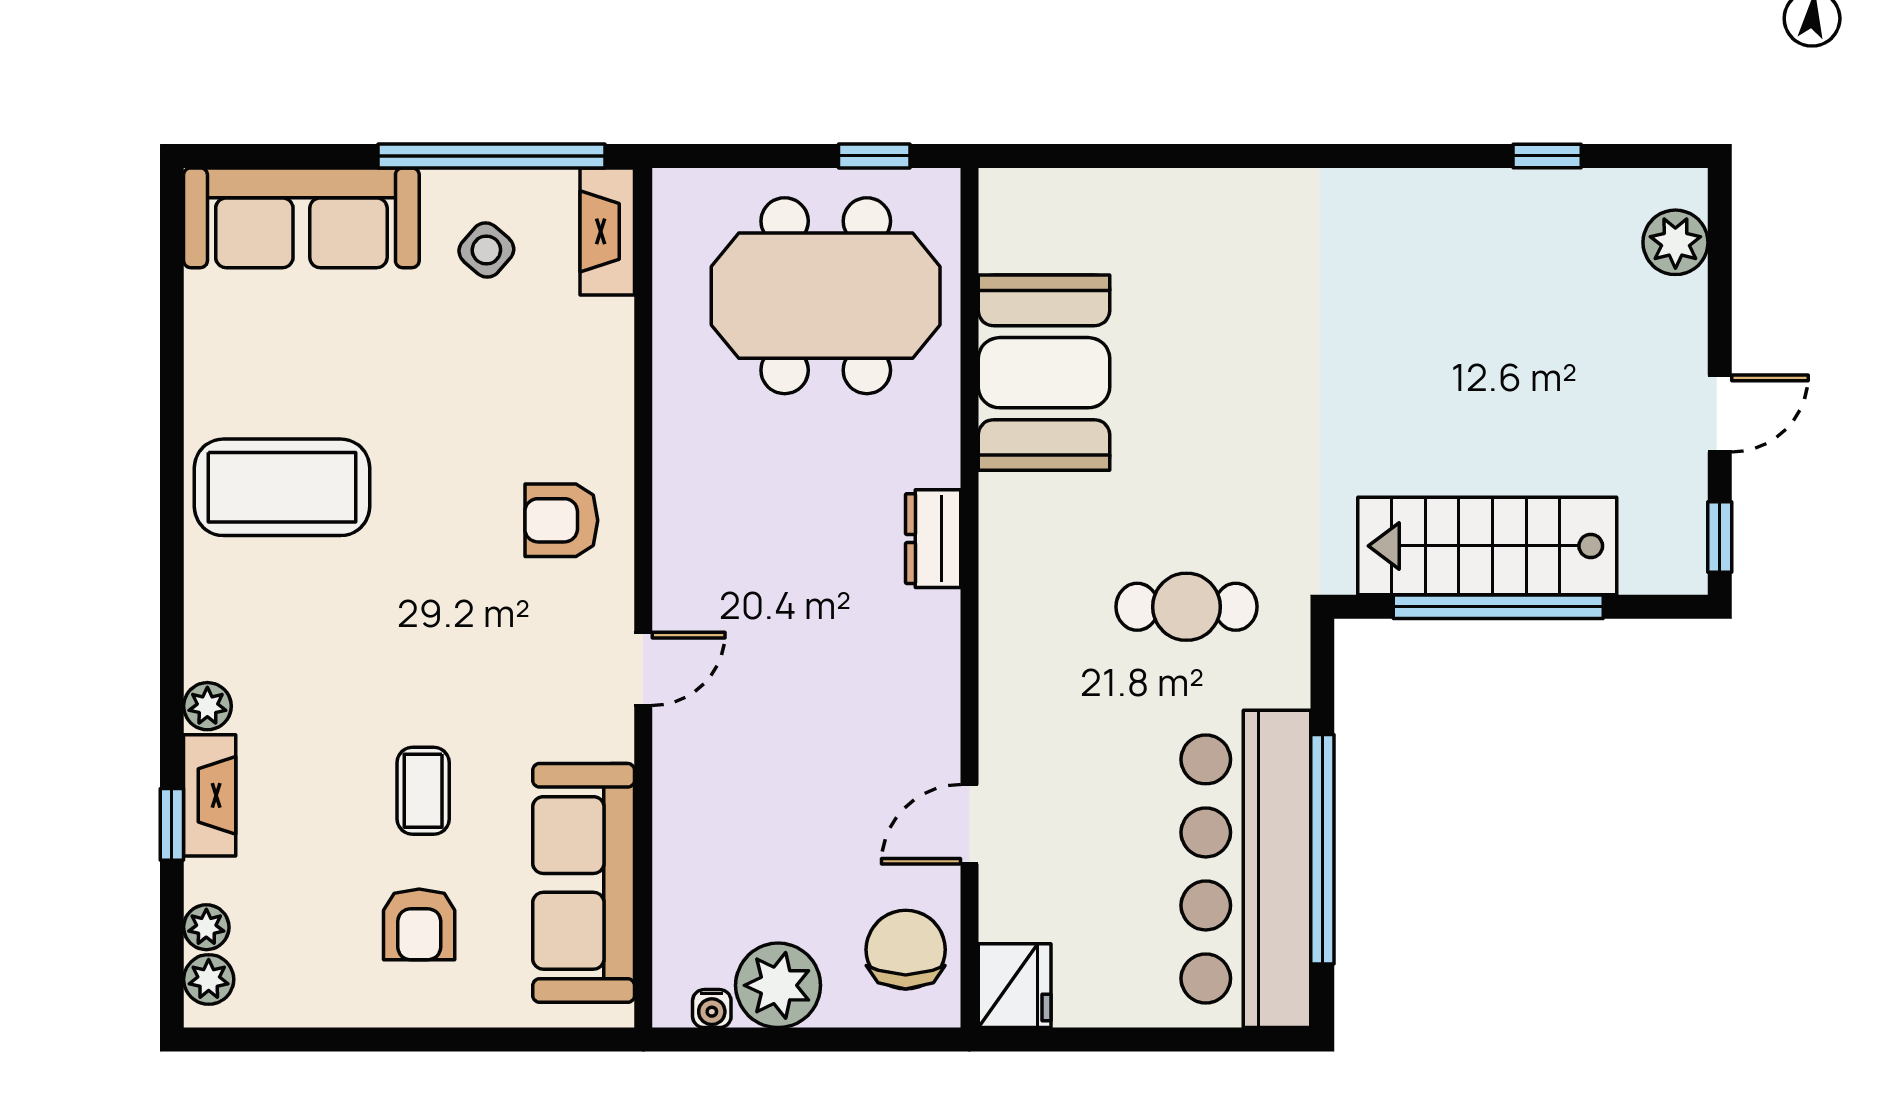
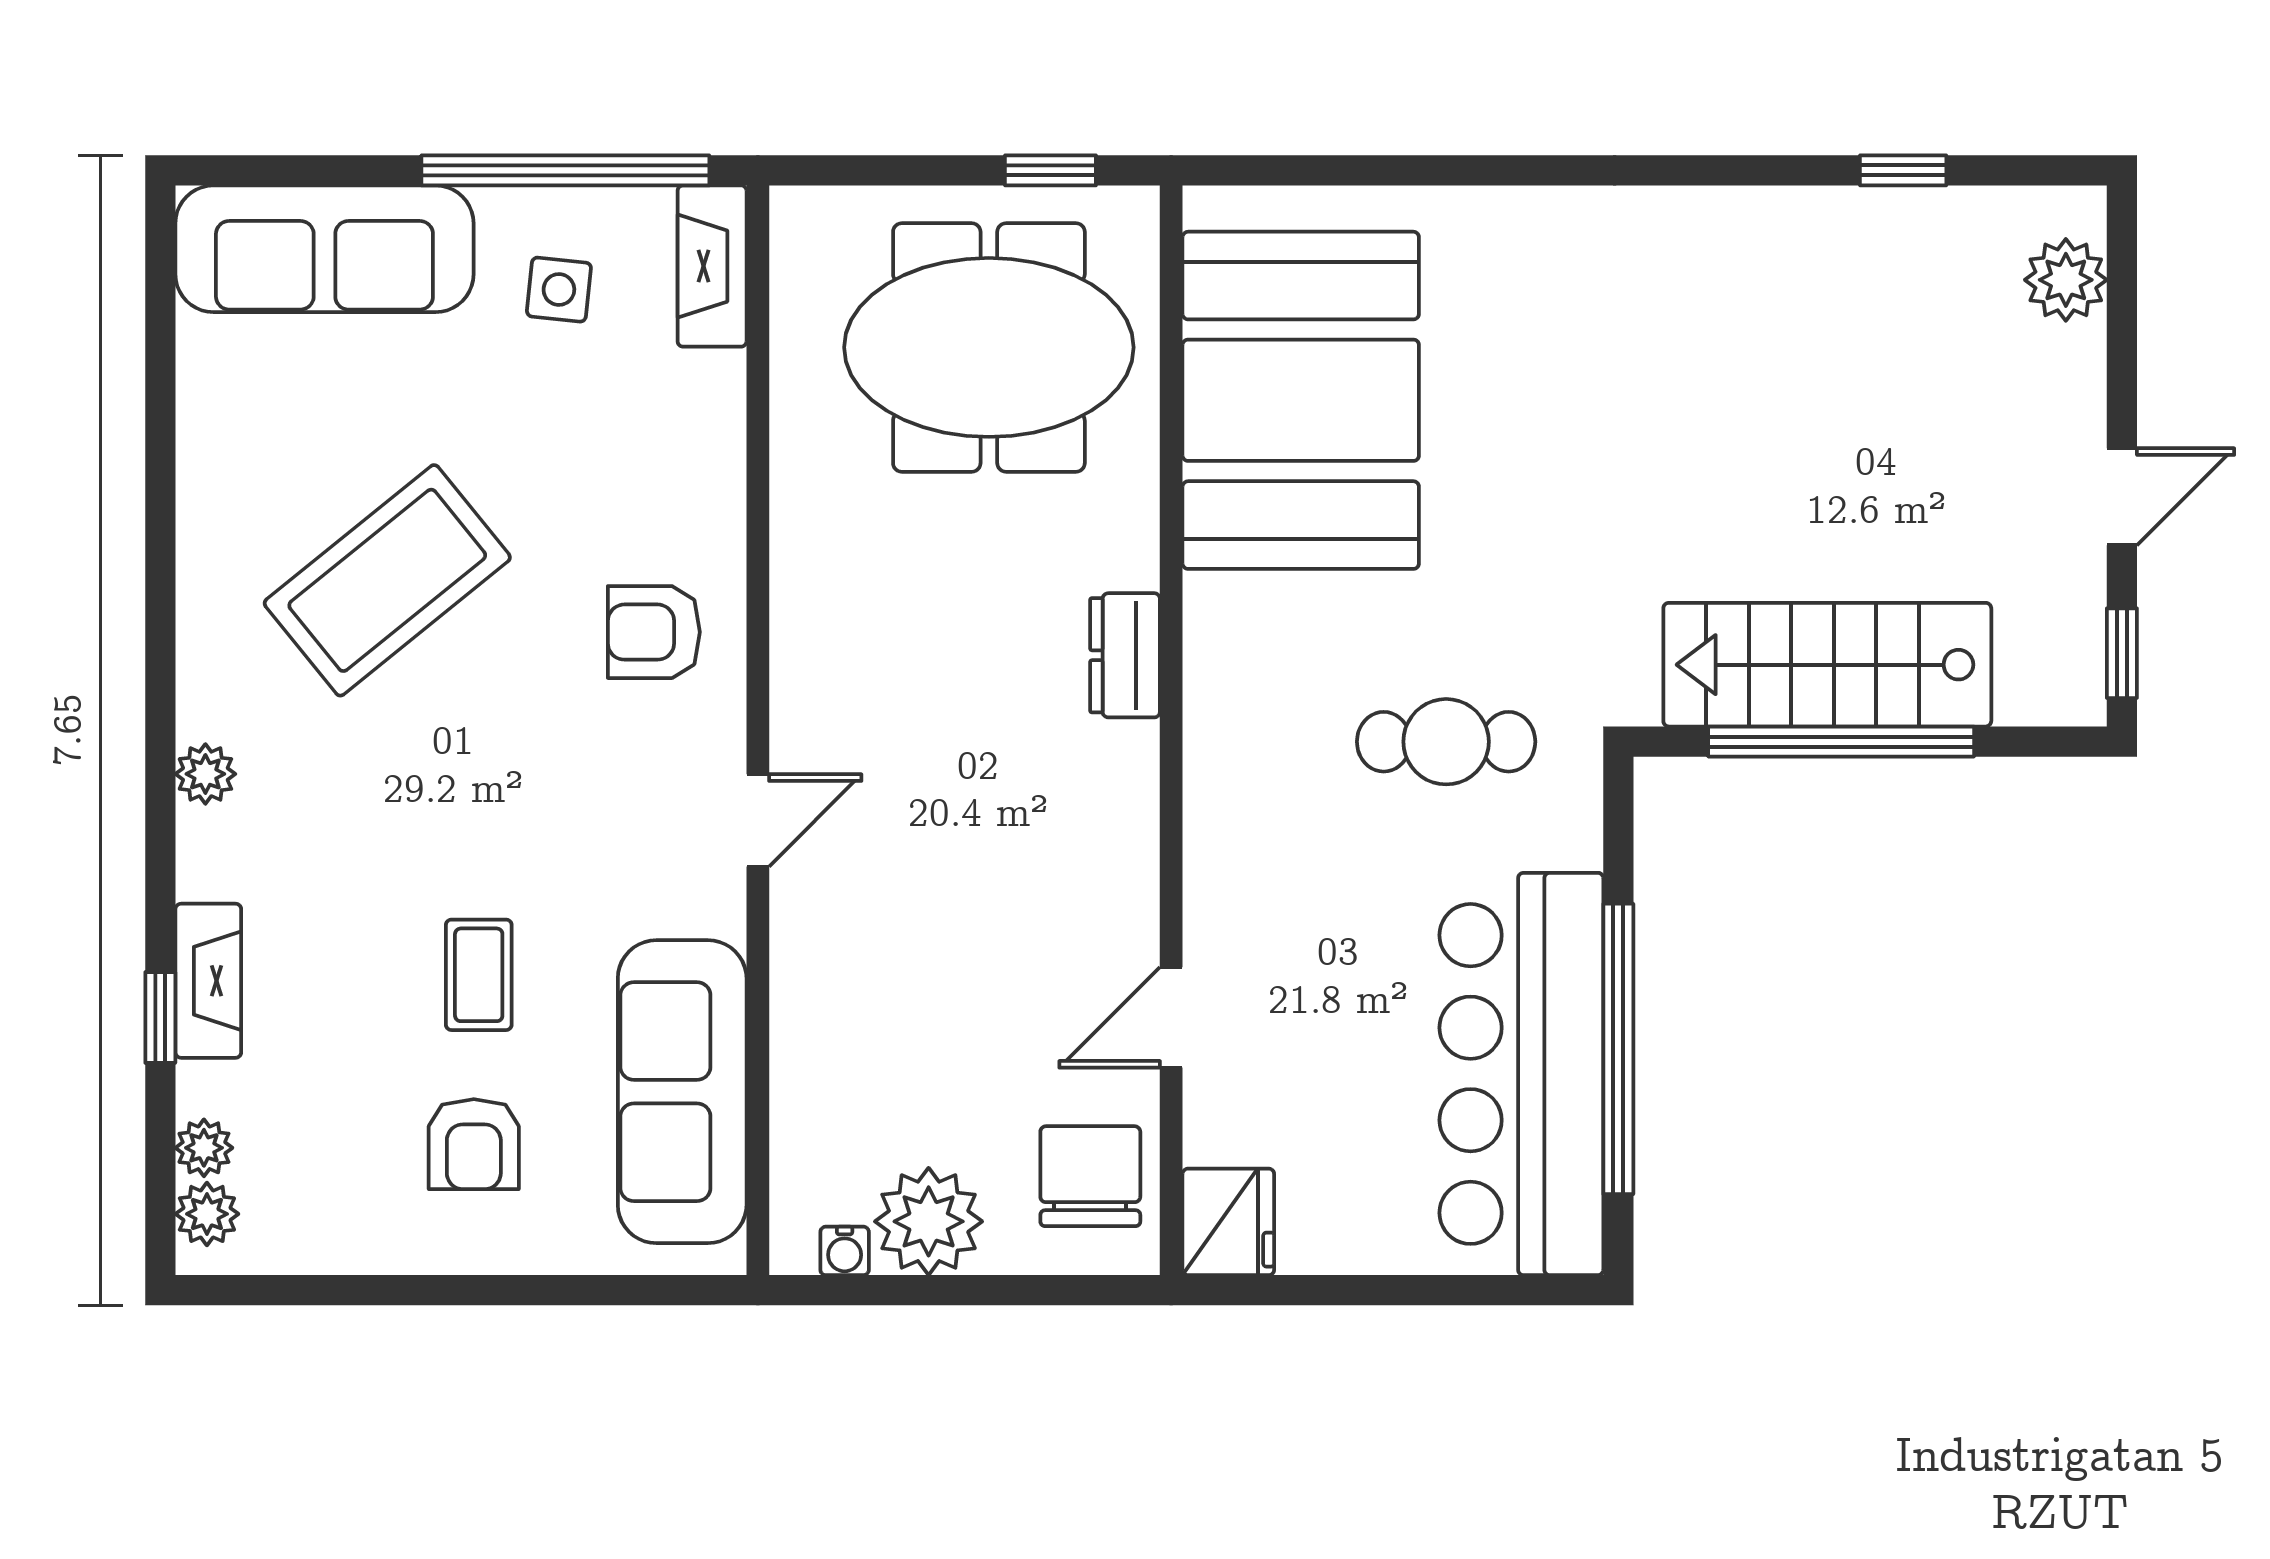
side table: (486, 250) -> (559, 290), turned -35
booth: (1044, 373) -> (1301, 400), width x1.36, depth x1.42
coffee table: (282, 487) -> (387, 580), moved, turned -39
plant: (207, 706) -> (205, 774), moved

